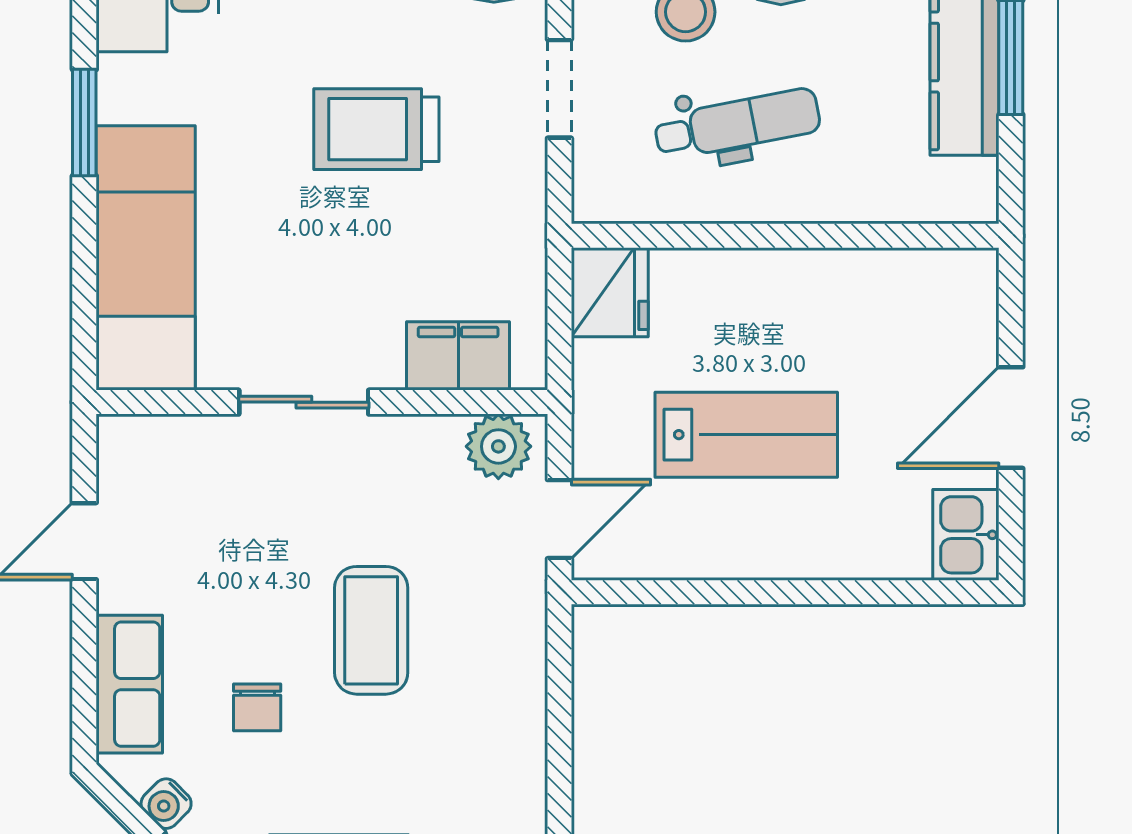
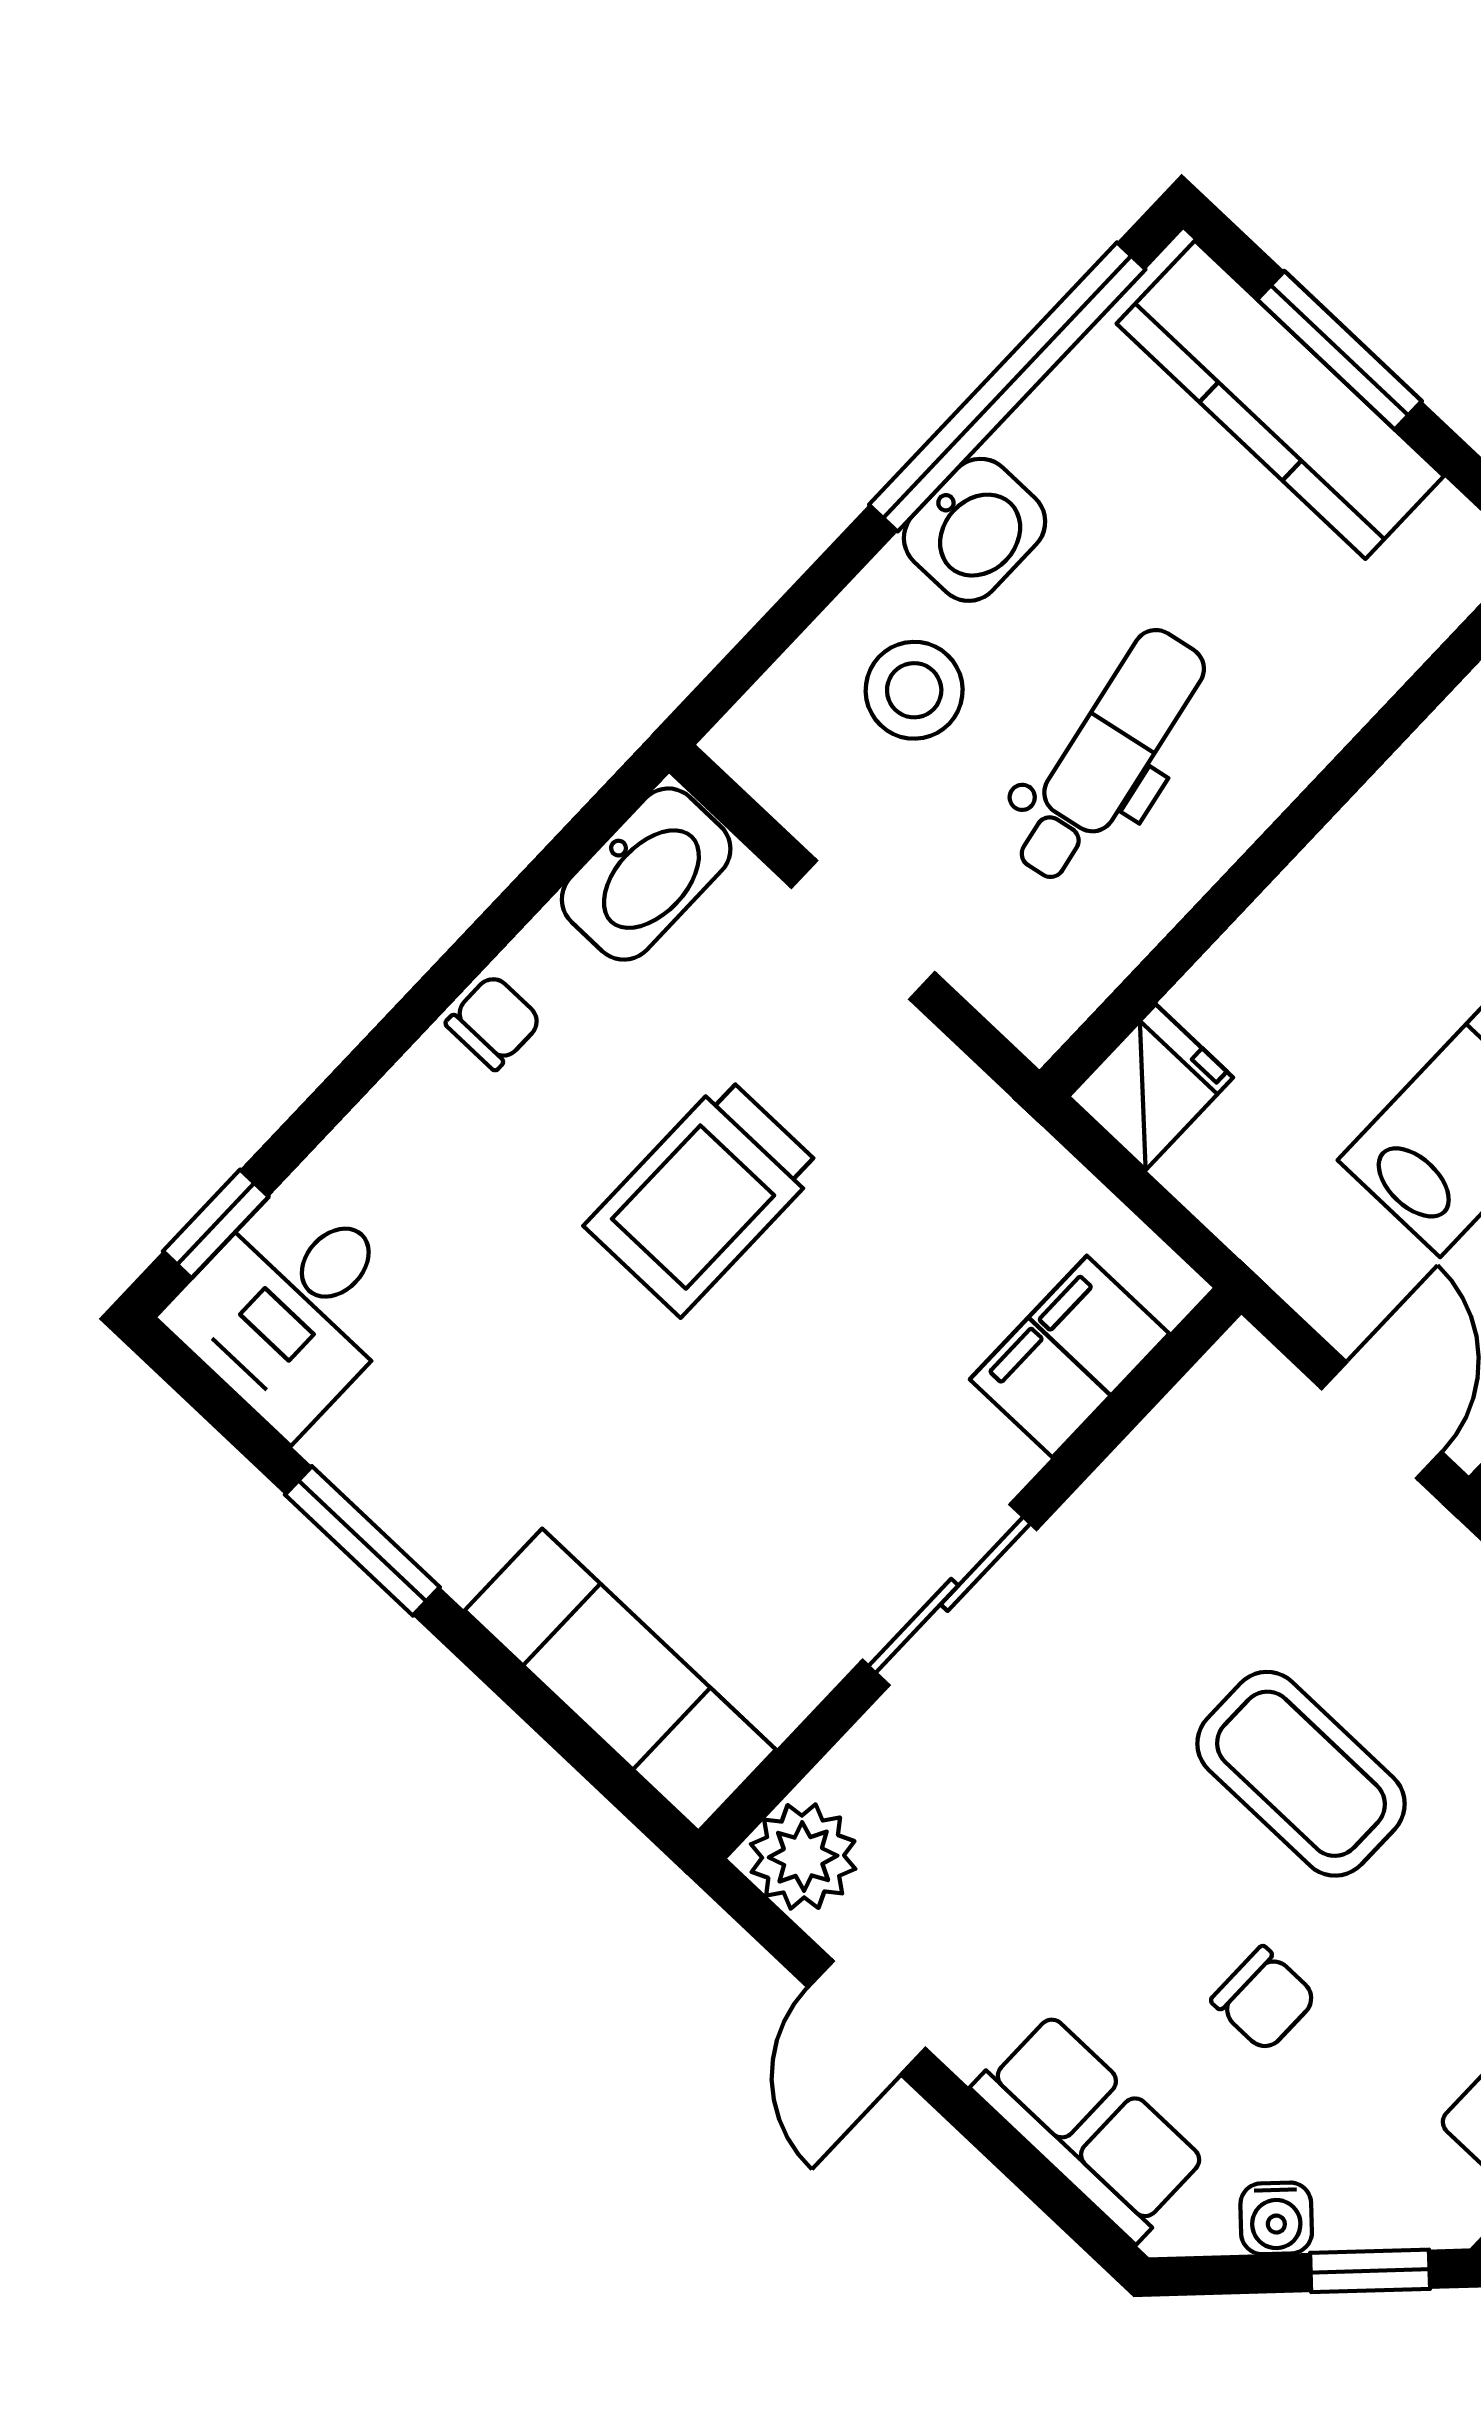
exam couch: (146, 258) -> (620, 1680), width x0.73, depth x0.69
fridge: (610, 292) -> (1151, 1087), width x0.72
plant: (498, 446) -> (803, 1857), moved

